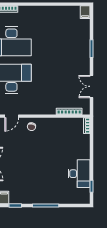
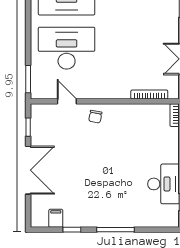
door: (12, 116) -> (67, 101), swing flipped

